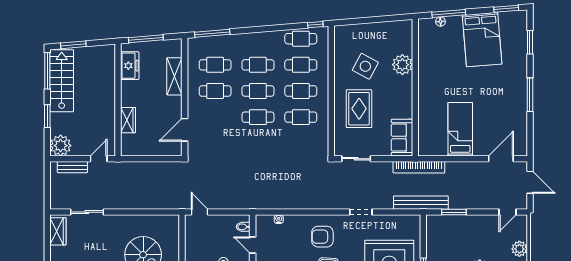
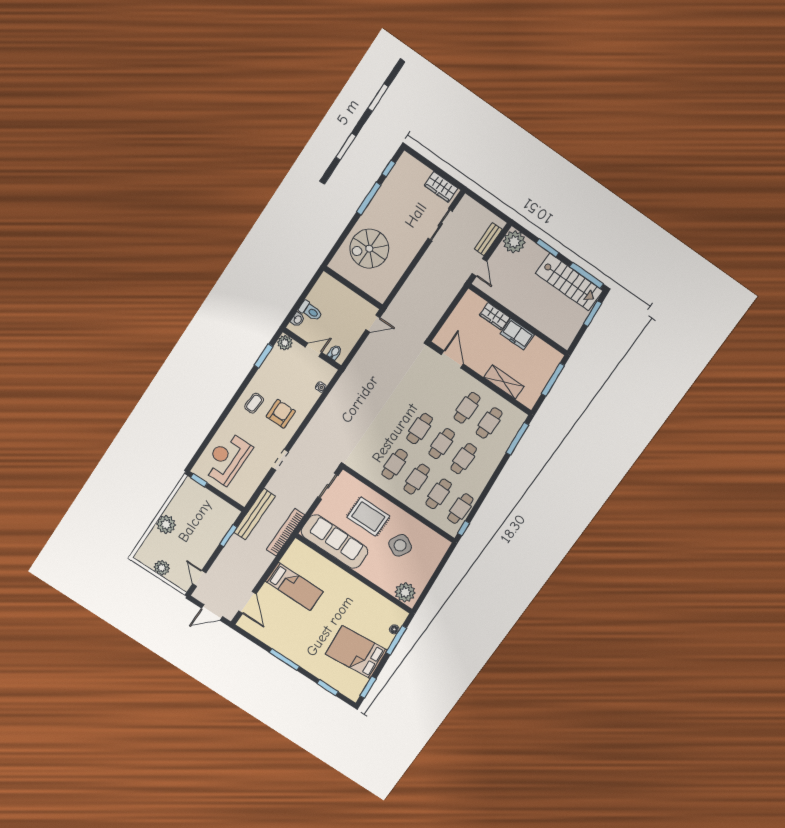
plant: (402, 65) -> (405, 592), moved
freezer: (130, 66) -> (517, 334), moved
sofa: (402, 138) -> (335, 542), width x1.85, depth x1.27

